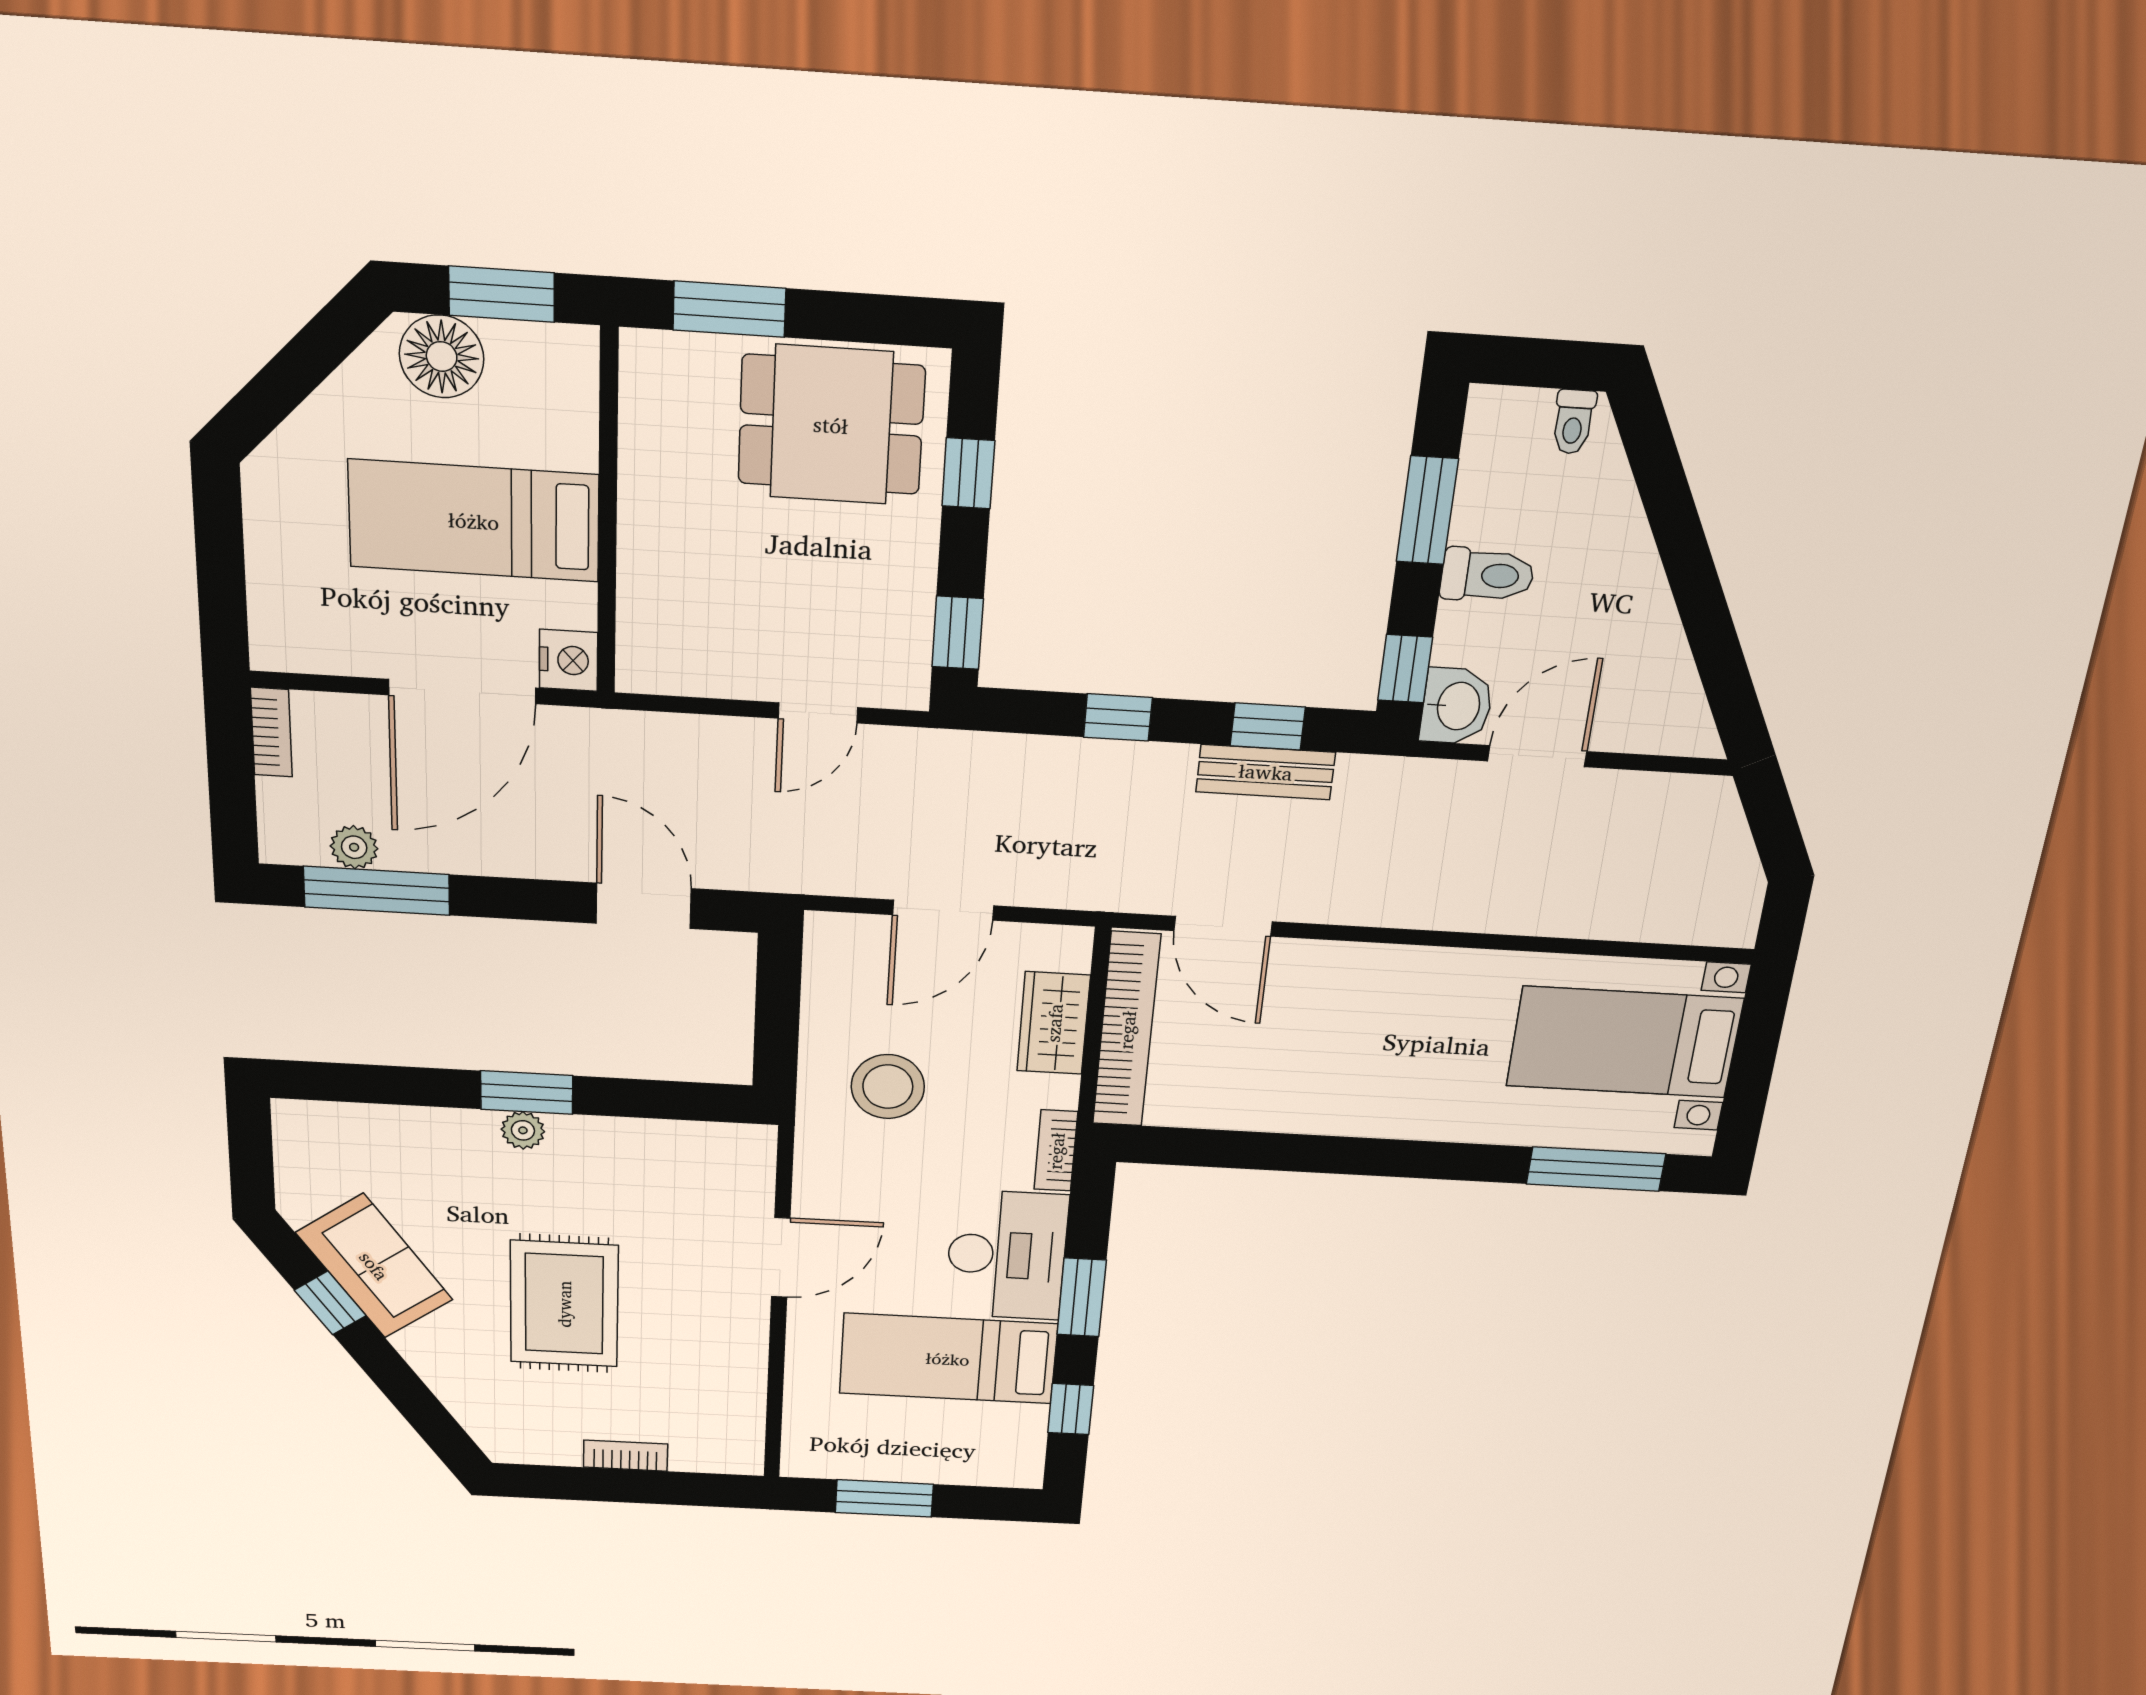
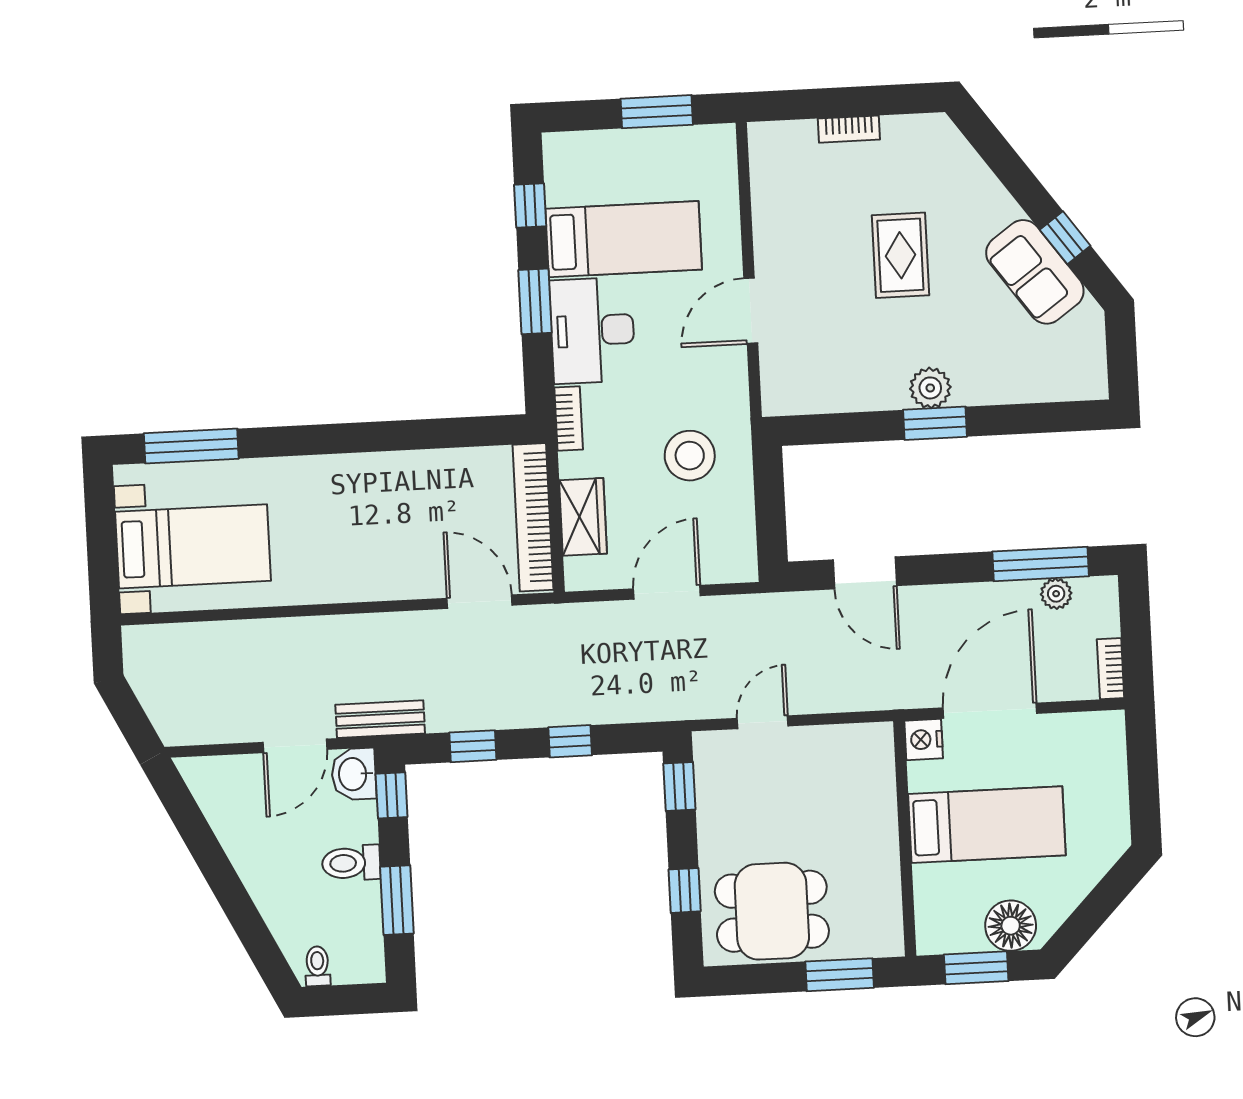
bench: (1266, 772) -> (380, 719), moved
plant: (523, 1130) -> (930, 388), width x1.38, depth x1.38
rug: (564, 1304) -> (900, 255), width x0.73, depth x0.70

